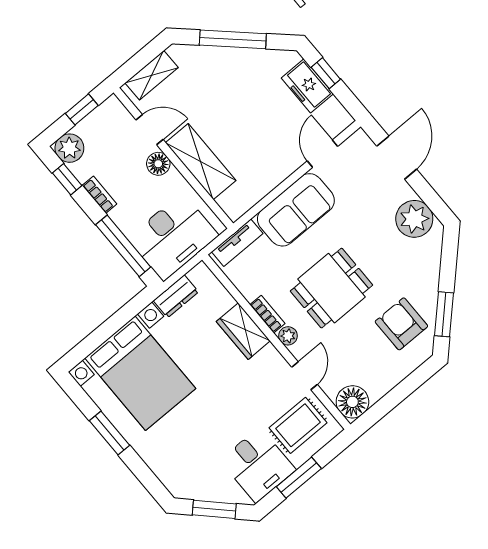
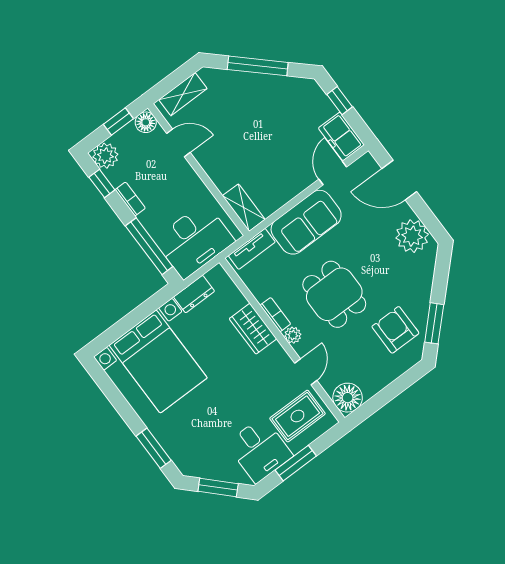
freezer: (307, 86) -> (341, 136), moved
door: (397, 158) -> (399, 180), swing flipped
shelving: (201, 162) -> (244, 208), moved, width x0.67, depth x0.75
floor lamp: (158, 164) -> (146, 122), moved
dining table: (331, 288) -> (334, 294), turned 90
window: (109, 433) -> (154, 448), moved

